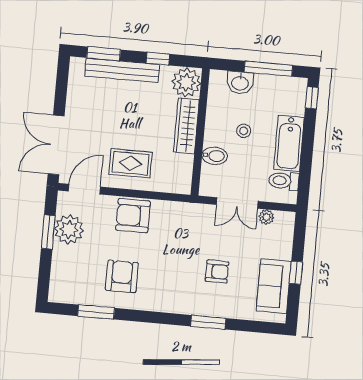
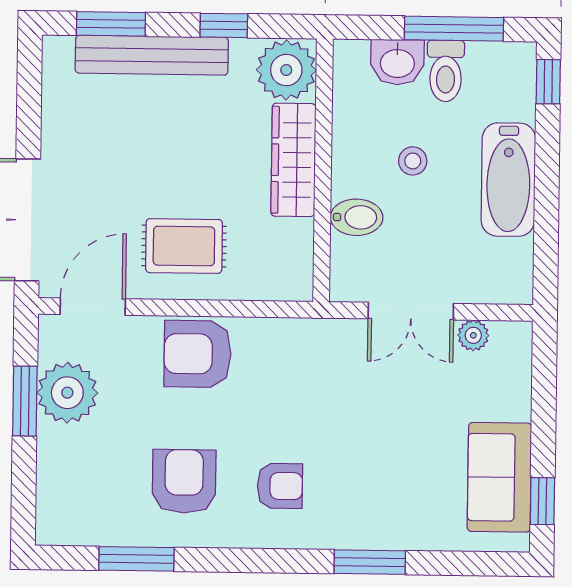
toilet: (284, 181) -> (446, 71), moved, turned -90
armchair: (217, 272) -> (280, 486), moved
window: (296, 273) -> (542, 501), moved

